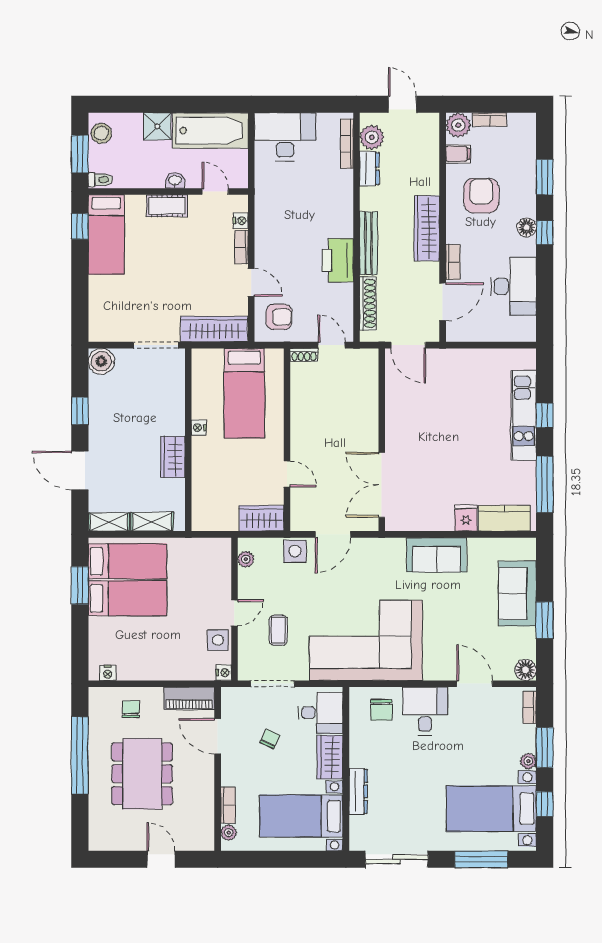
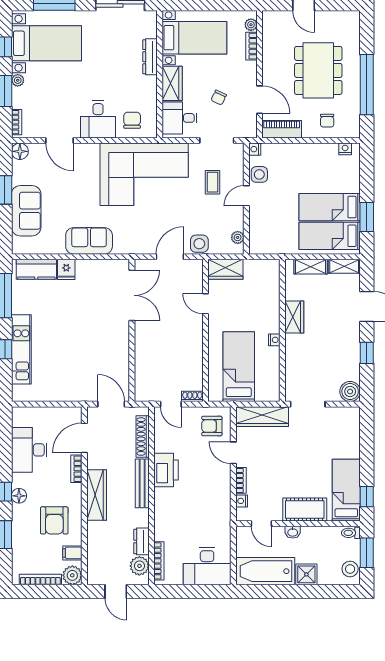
bookcase: (489, 120) -> (40, 580), width x1.56
cot: (167, 206) -> (305, 510), width x1.37, depth x1.34

